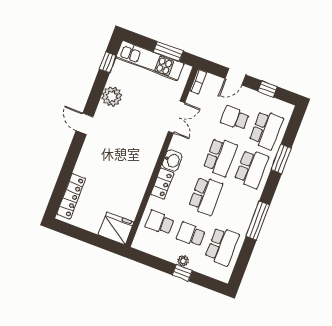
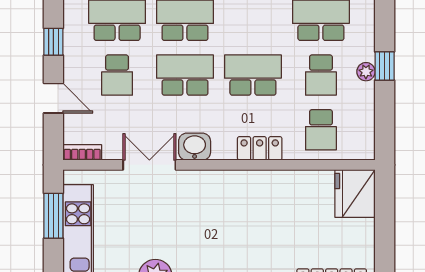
washbasin: (172, 160) -> (195, 147), moved

